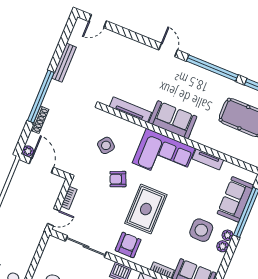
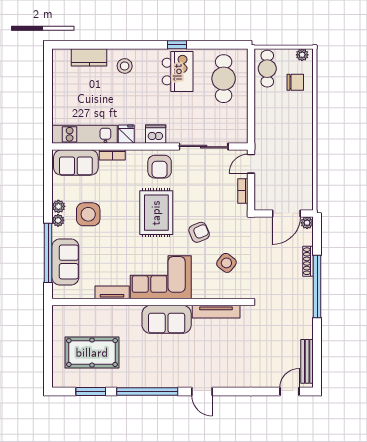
bench: (64, 63) -> (307, 361), moved
door: (41, 165) -> (286, 213), hinge flipped

